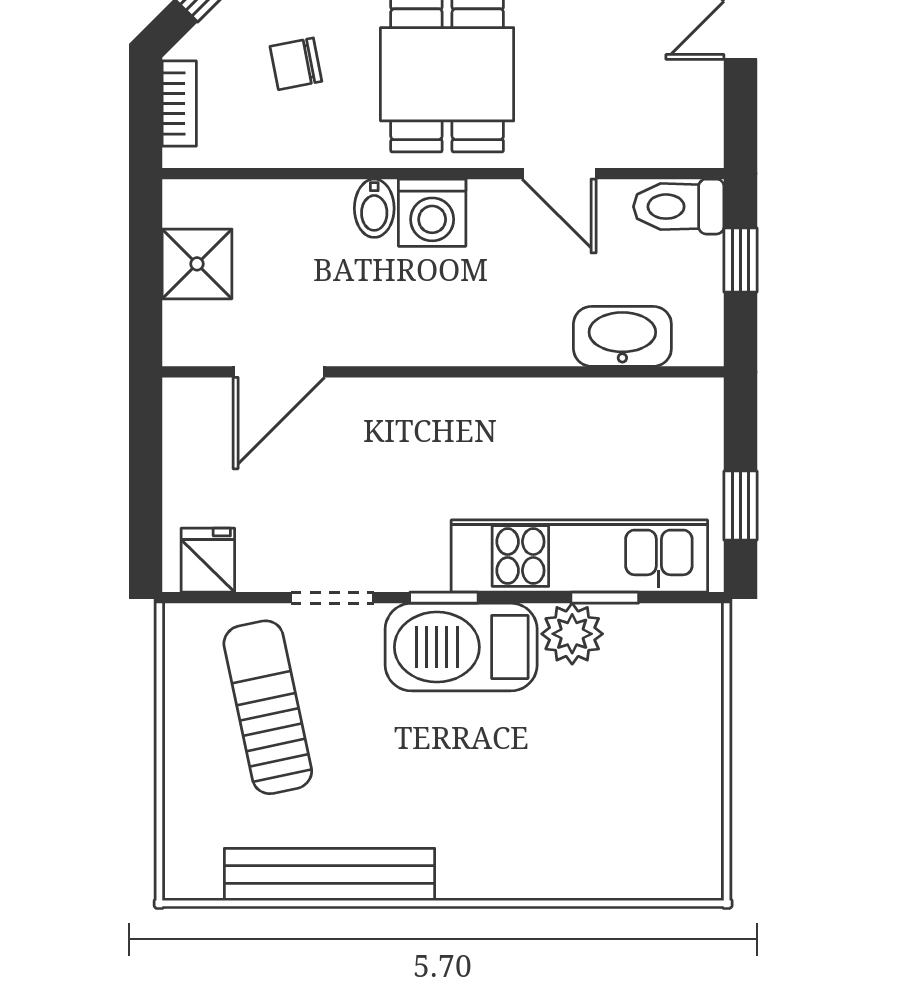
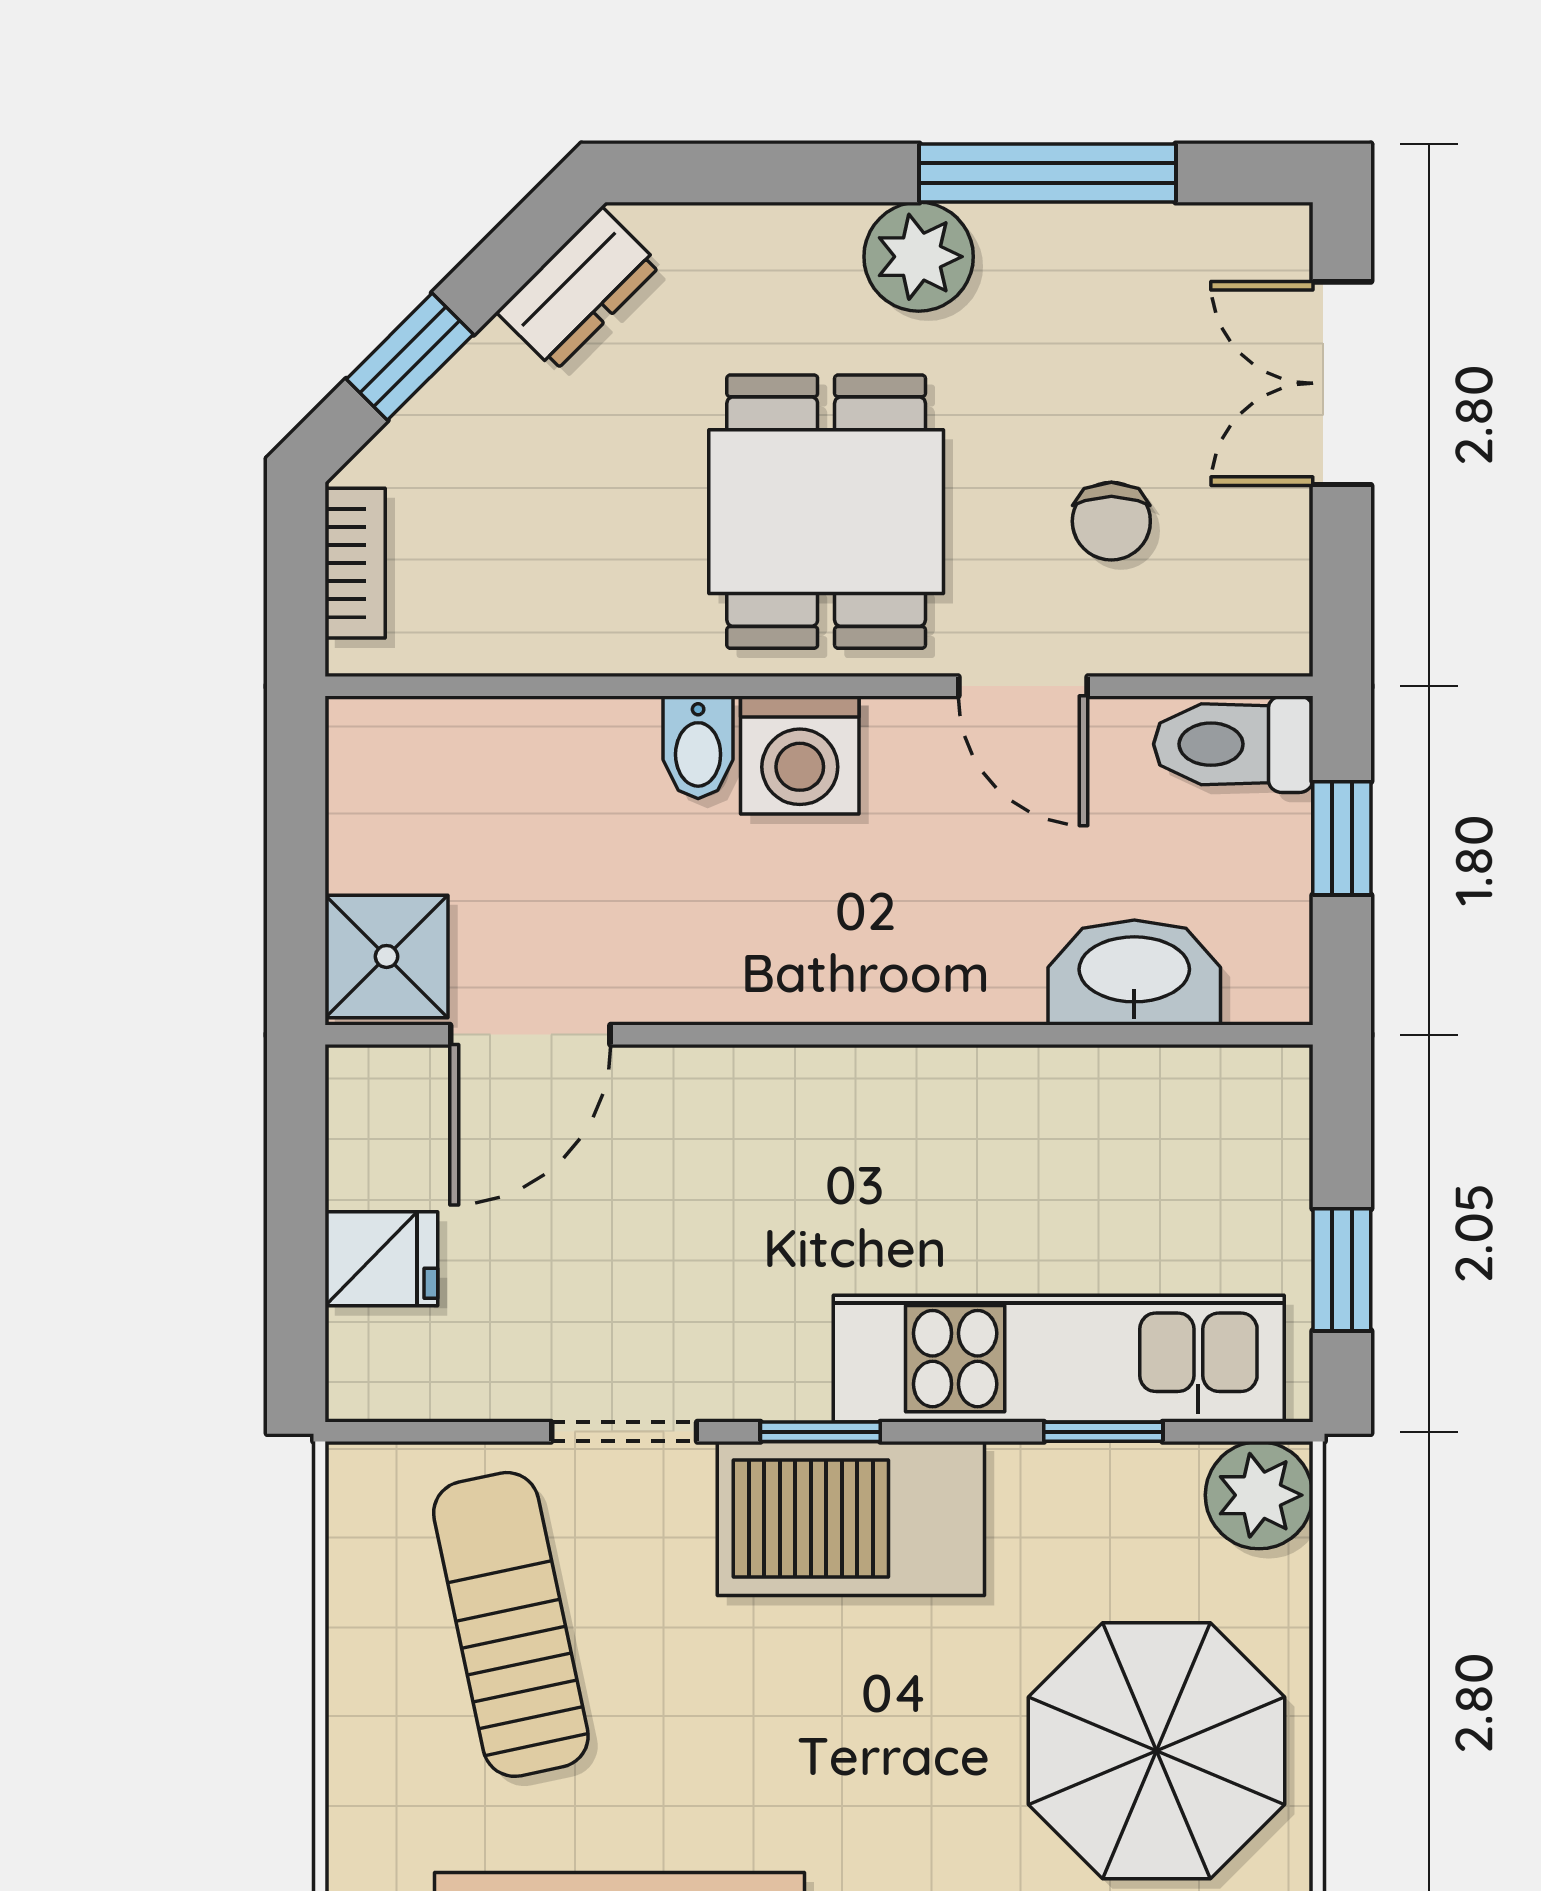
chair: (296, 64) -> (1111, 521), moved, turned -79
shower: (197, 264) -> (387, 956), moved
fridge: (208, 560) -> (381, 1259), moved, turned 90
plant: (572, 634) -> (1259, 1495), moved
parasol: (635, 779) -> (1157, 1751), added

